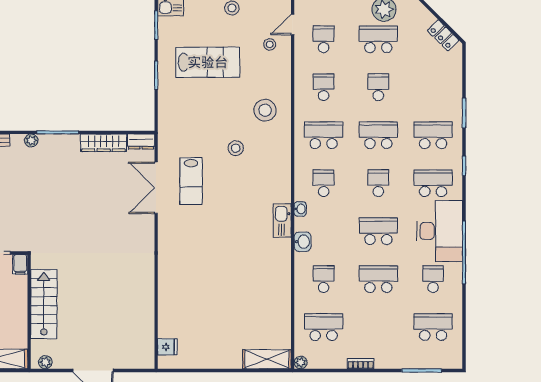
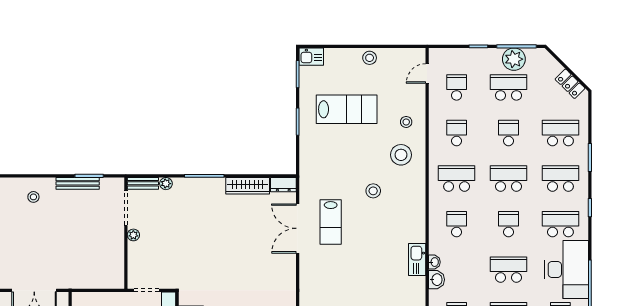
stool: (270, 44) -> (406, 122), moved
school desk: (433, 87) -> (560, 133), added
plant: (31, 140) -> (166, 184), moved
washbasin: (300, 209) -> (434, 262), moved

